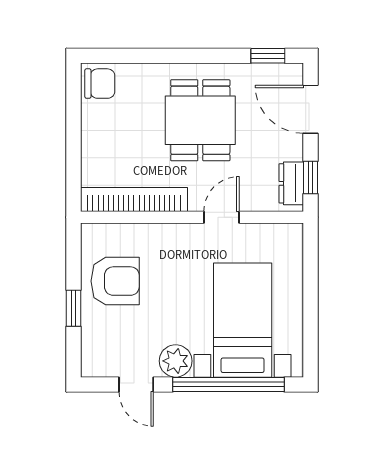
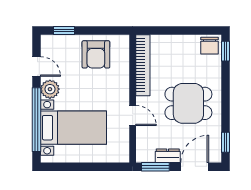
window: (109, 56) -> (225, 51), added
window: (311, 178) -> (155, 167), width x1.50
dresser: (291, 183) -> (168, 156), moved
window: (73, 308) -> (64, 30), moved
door: (136, 384) -> (36, 66), swing flipped

